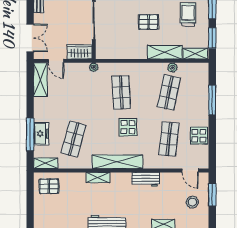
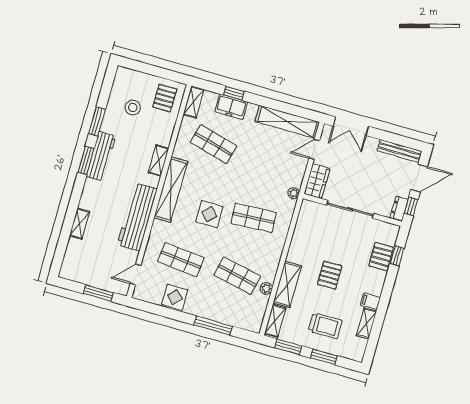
shelving: (40, 80) -> (287, 122), width x1.47
window: (30, 134) -> (234, 93), width x0.46
workbench: (146, 179) -> (137, 217), width x1.88, depth x1.32
stool: (192, 202) -> (133, 107), moved

